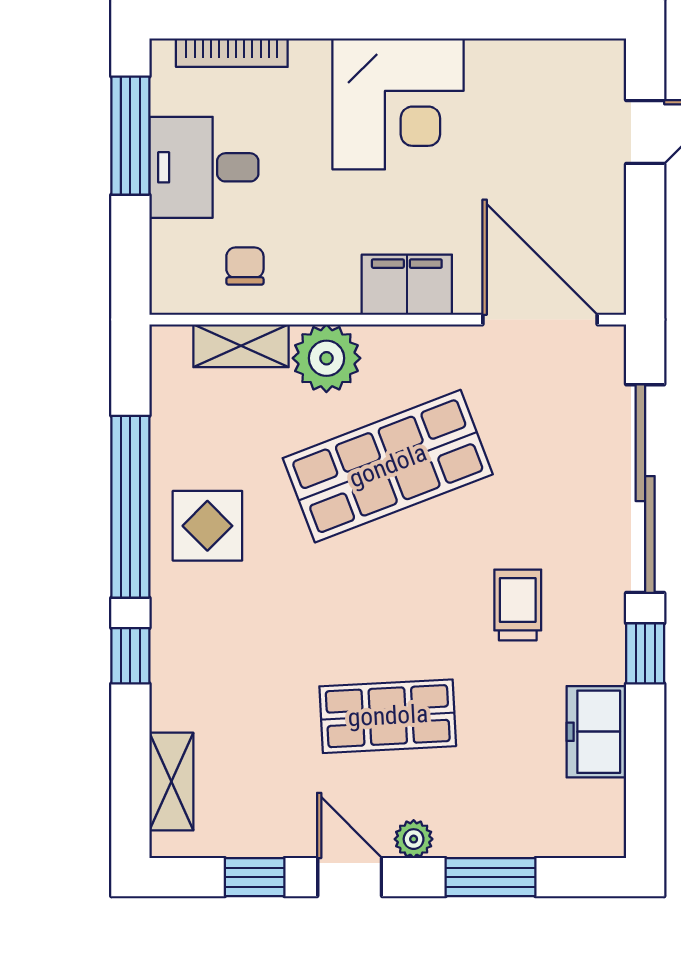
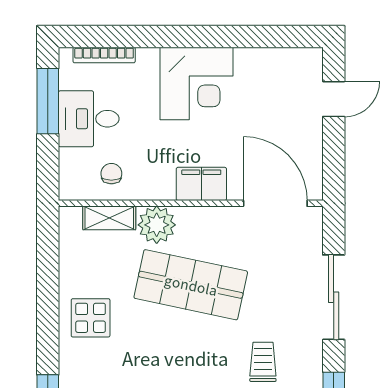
shop shelf: (388, 466) -> (191, 285), turned 33
sliding door: (645, 489) -> (334, 297), width x0.73
window: (130, 507) -> (48, 307), removed

